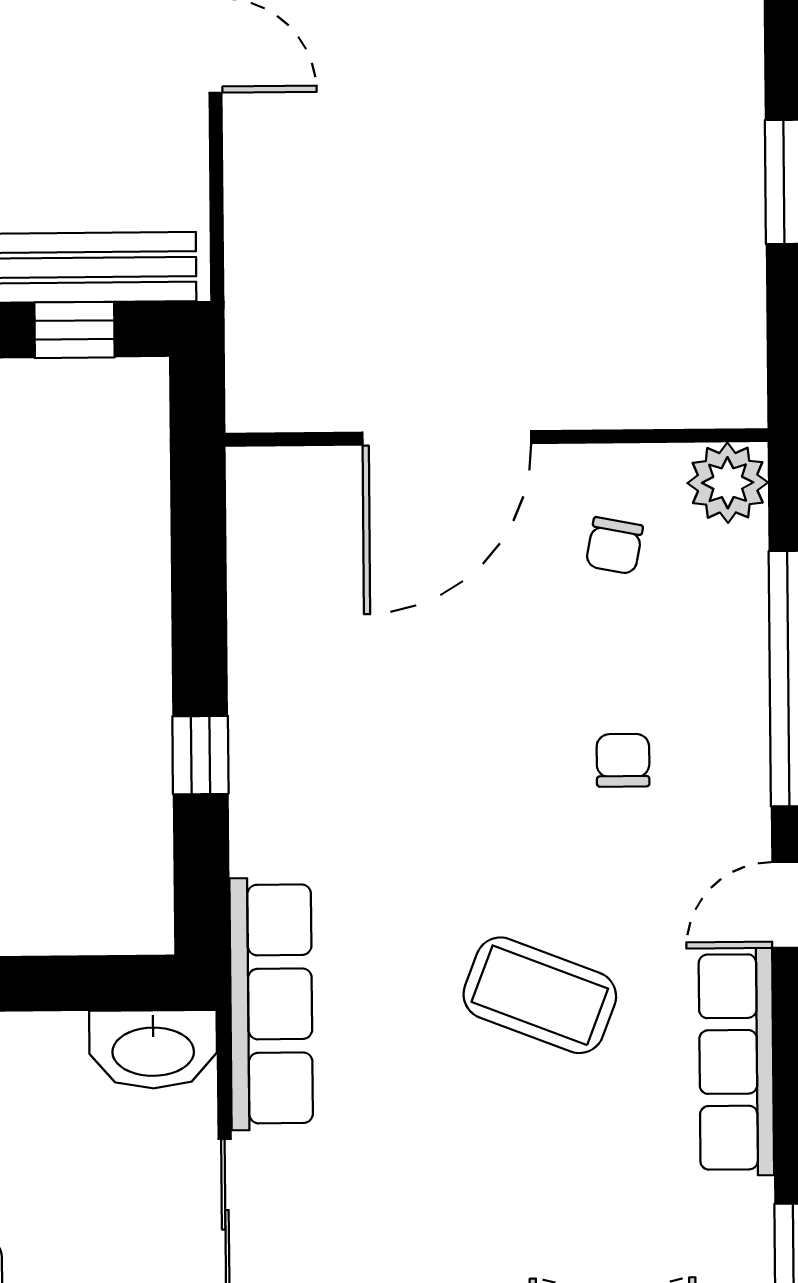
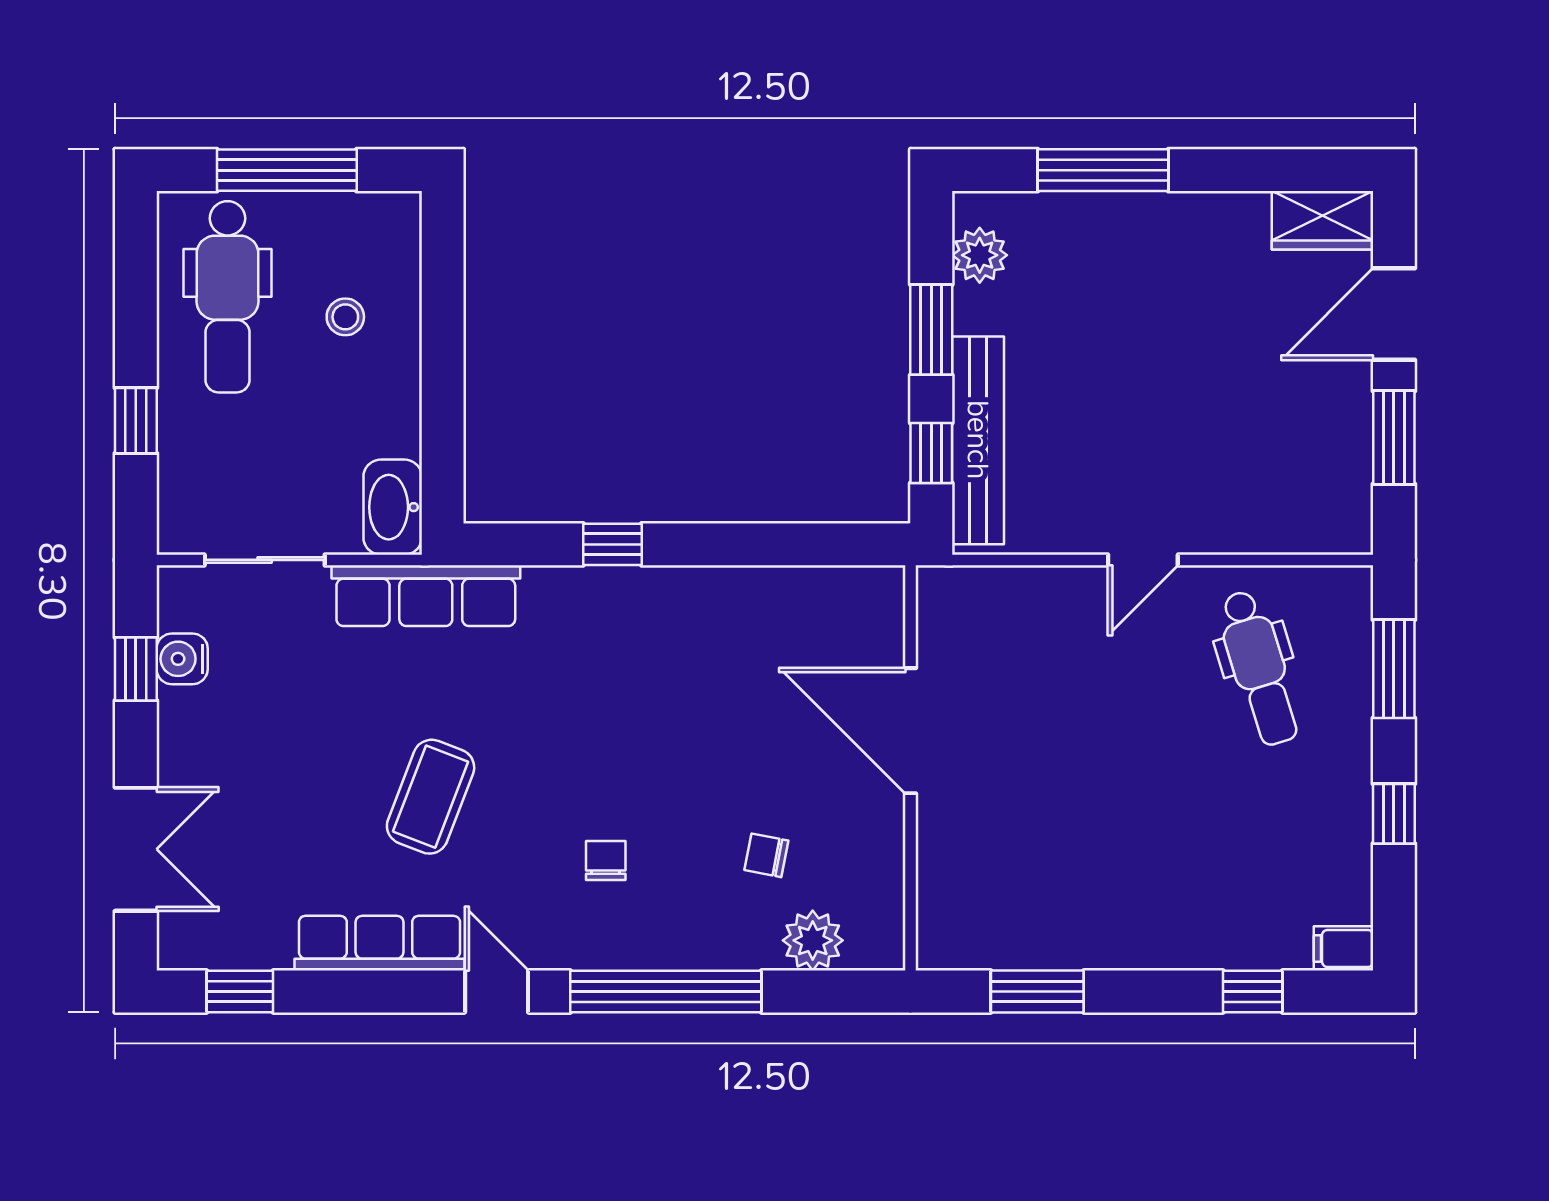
wall: (497, 437) -> (910, 768), moved
door: (447, 438) -> (910, 731), moved
chair: (623, 760) -> (606, 860), turned -90

